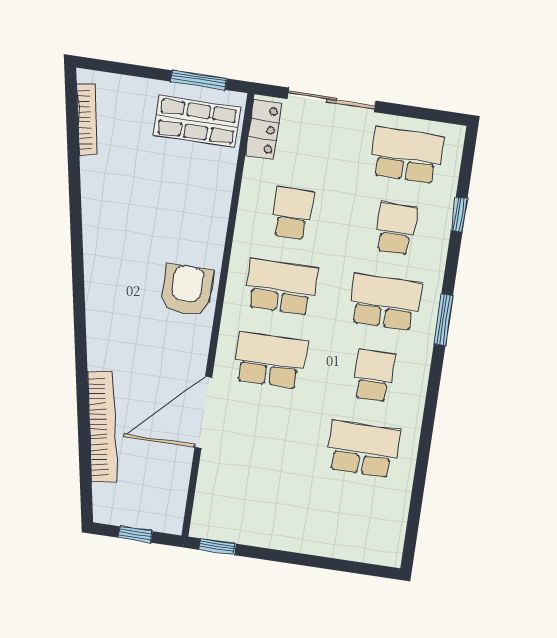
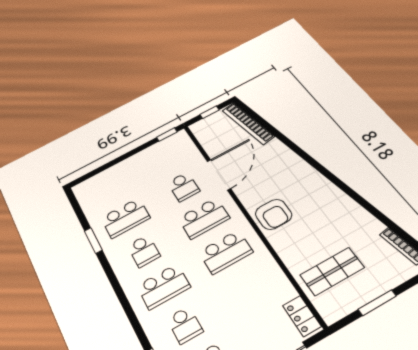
window: (199, 80) -> (377, 303), moved
shop shelf: (197, 121) -> (332, 271), moved
school desk: (292, 213) -> (184, 187), moved
window: (443, 320) -> (93, 240), moved
bookcase: (102, 427) -> (248, 123), moved

